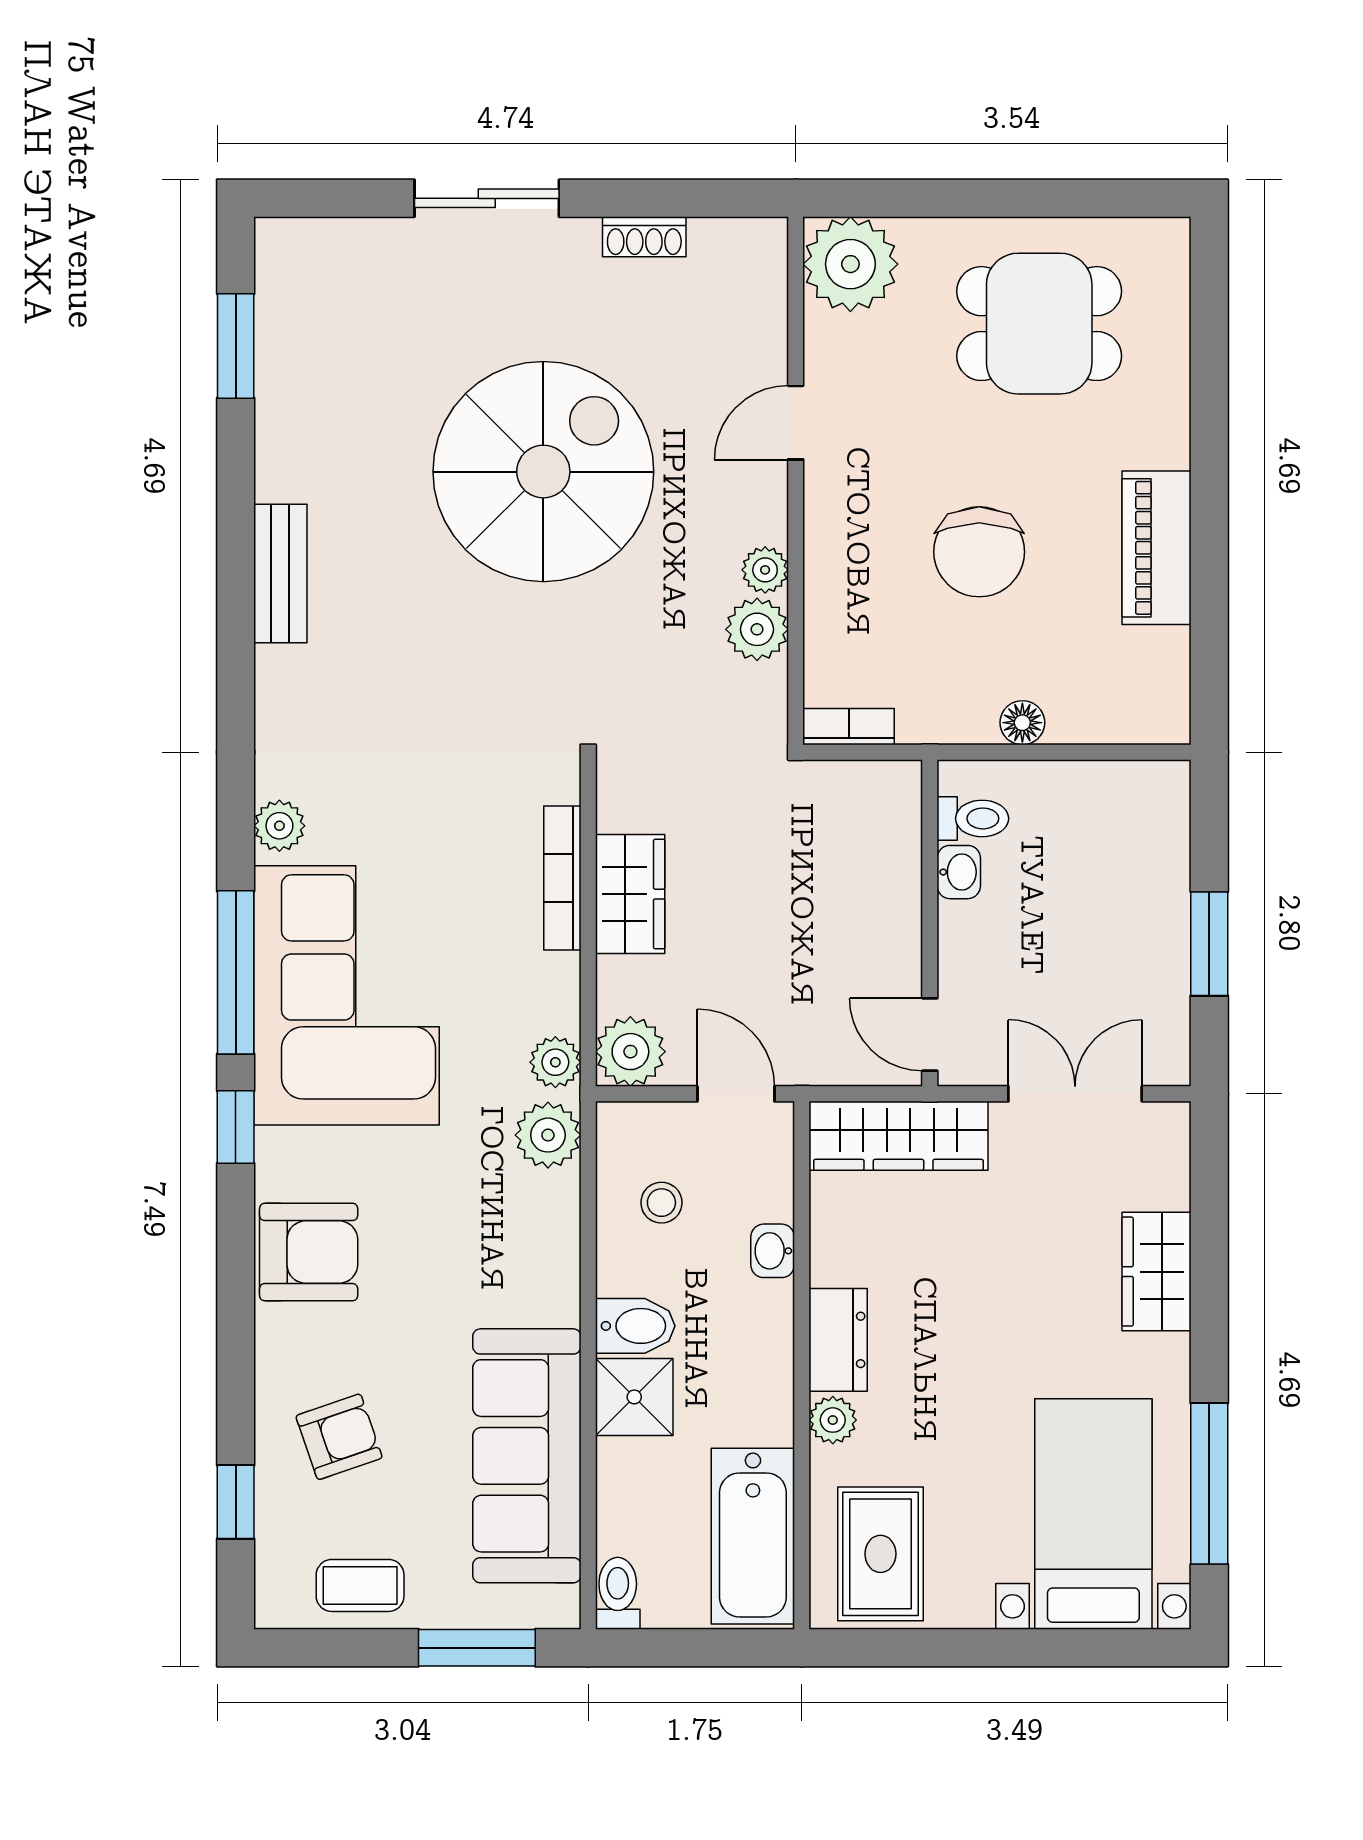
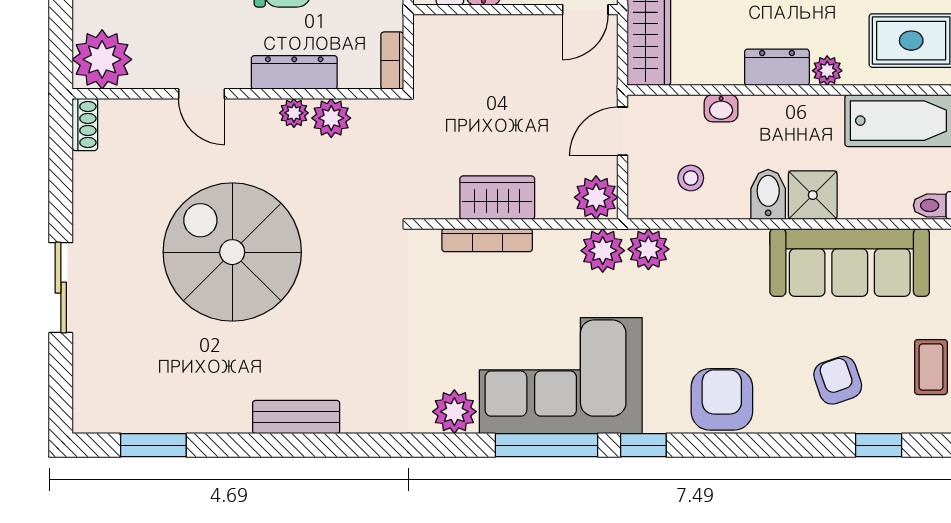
shoe rack: (644, 237) -> (85, 124), moved
dresser: (830, 570) -> (294, 72), added
plant: (279, 826) -> (454, 412), width x1.38, depth x1.38
plant: (555, 1062) -> (603, 251), width x1.38, depth x1.38

